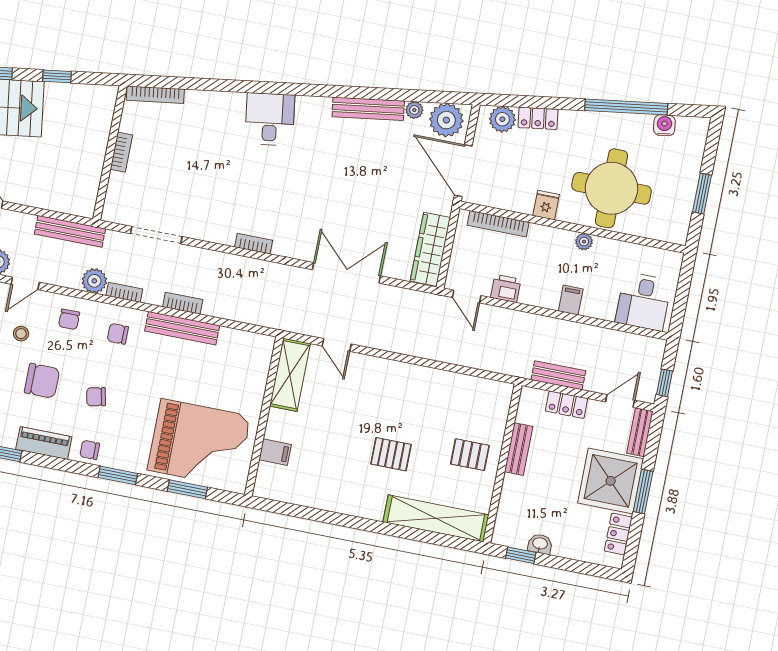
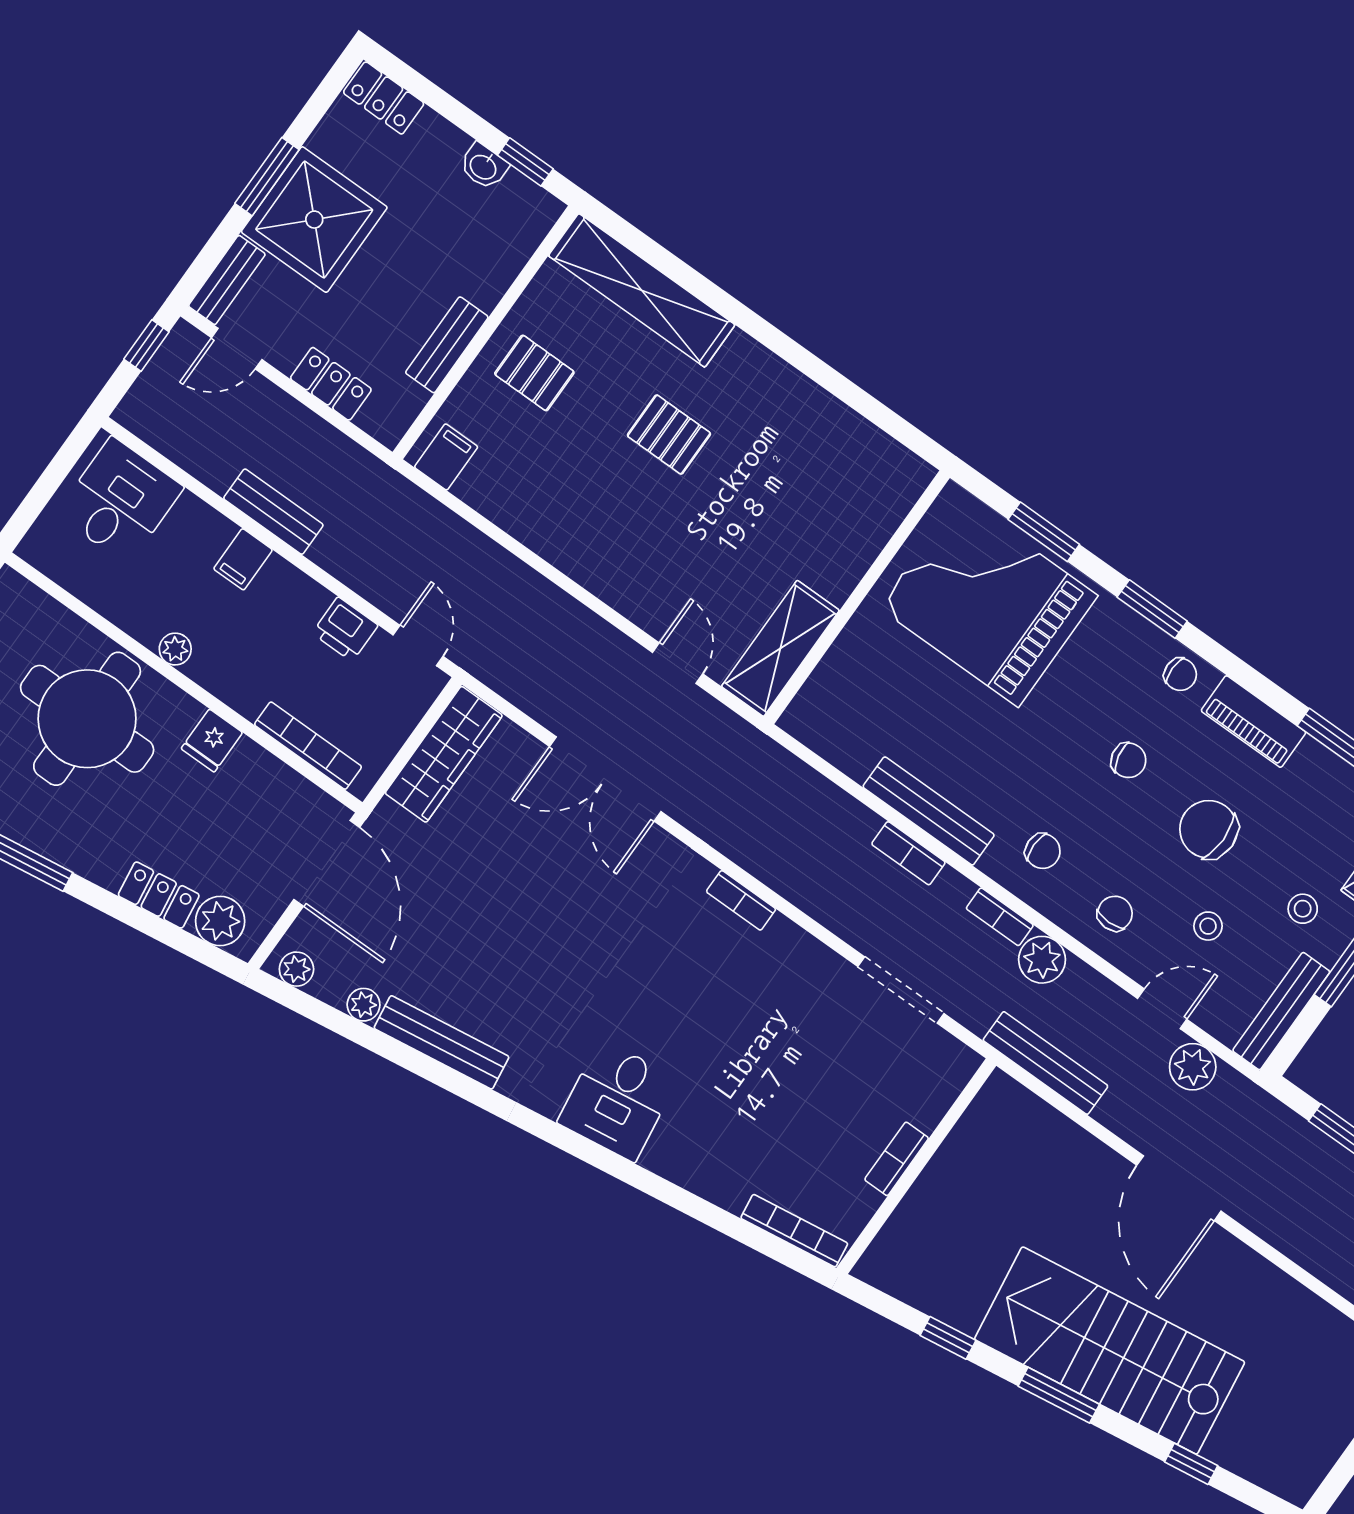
plant: (446, 120) -> (296, 969), width x0.53, depth x0.53
bench: (558, 375) -> (273, 512), moved
filing cabinet: (275, 452) -> (446, 457), moved, turned 90
locker: (618, 534) -> (384, 98), moved, turned 90

